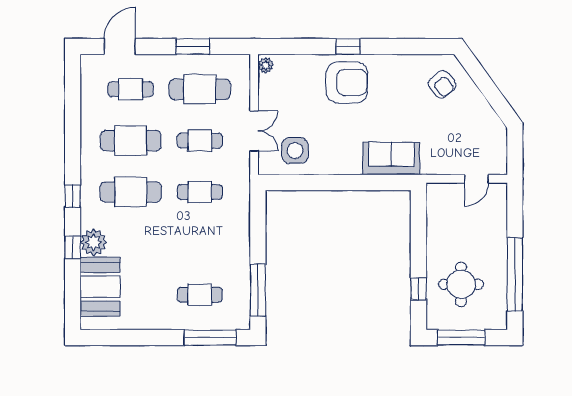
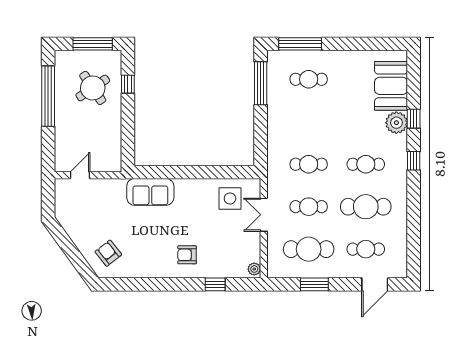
window: (348, 46) -> (215, 284), moved
armchair: (347, 82) -> (187, 255), width x0.53, depth x0.53
cafe table: (131, 192) -> (366, 164), width x0.73, depth x0.74
round table: (461, 284) -> (93, 88), turned -34

